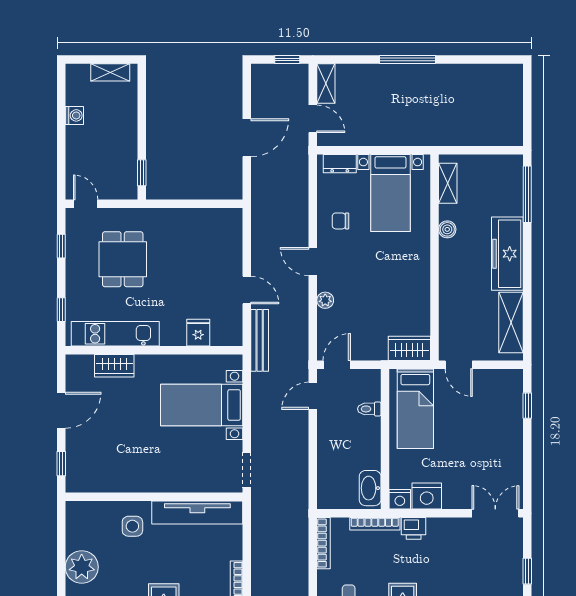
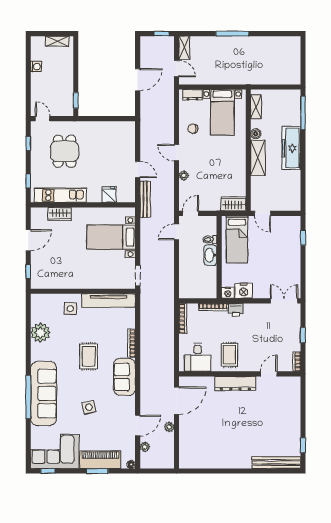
shelving: (511, 323) -> (258, 158), moved
washbasin: (370, 488) -> (210, 255), moved

